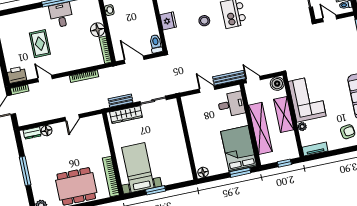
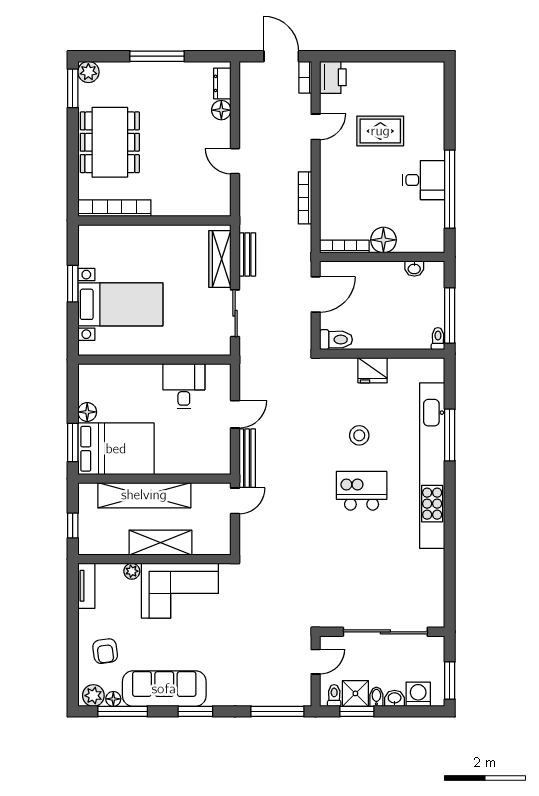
boiler: (277, 84) -> (218, 543), removed
desk: (231, 104) -> (184, 386), moved, turned 180
bed with nightstands: (138, 168) -> (120, 304), moved
floor lamp: (203, 172) -> (87, 412), moved

